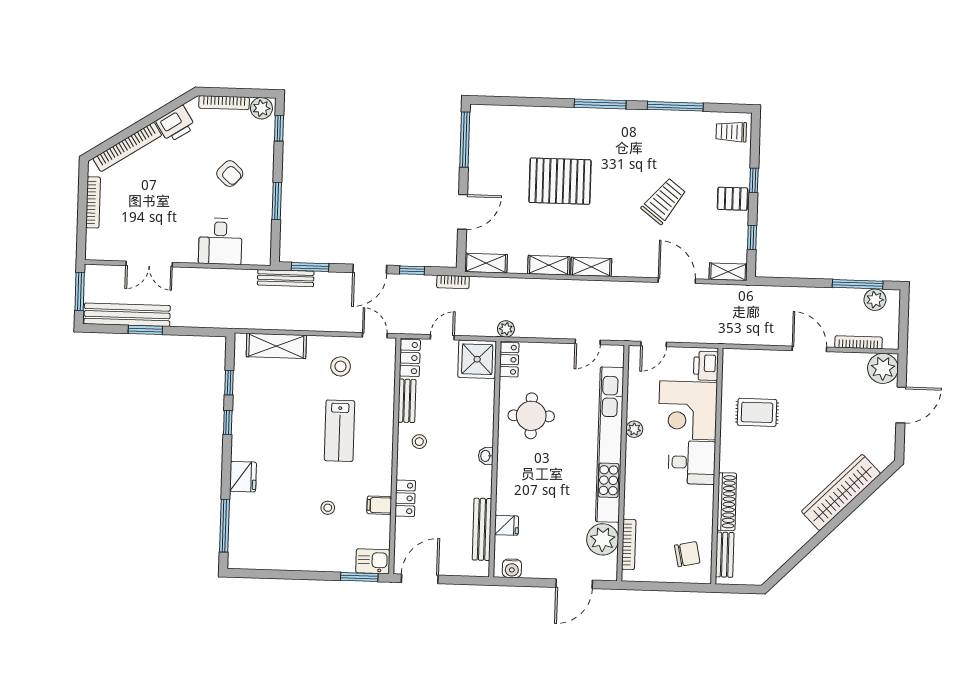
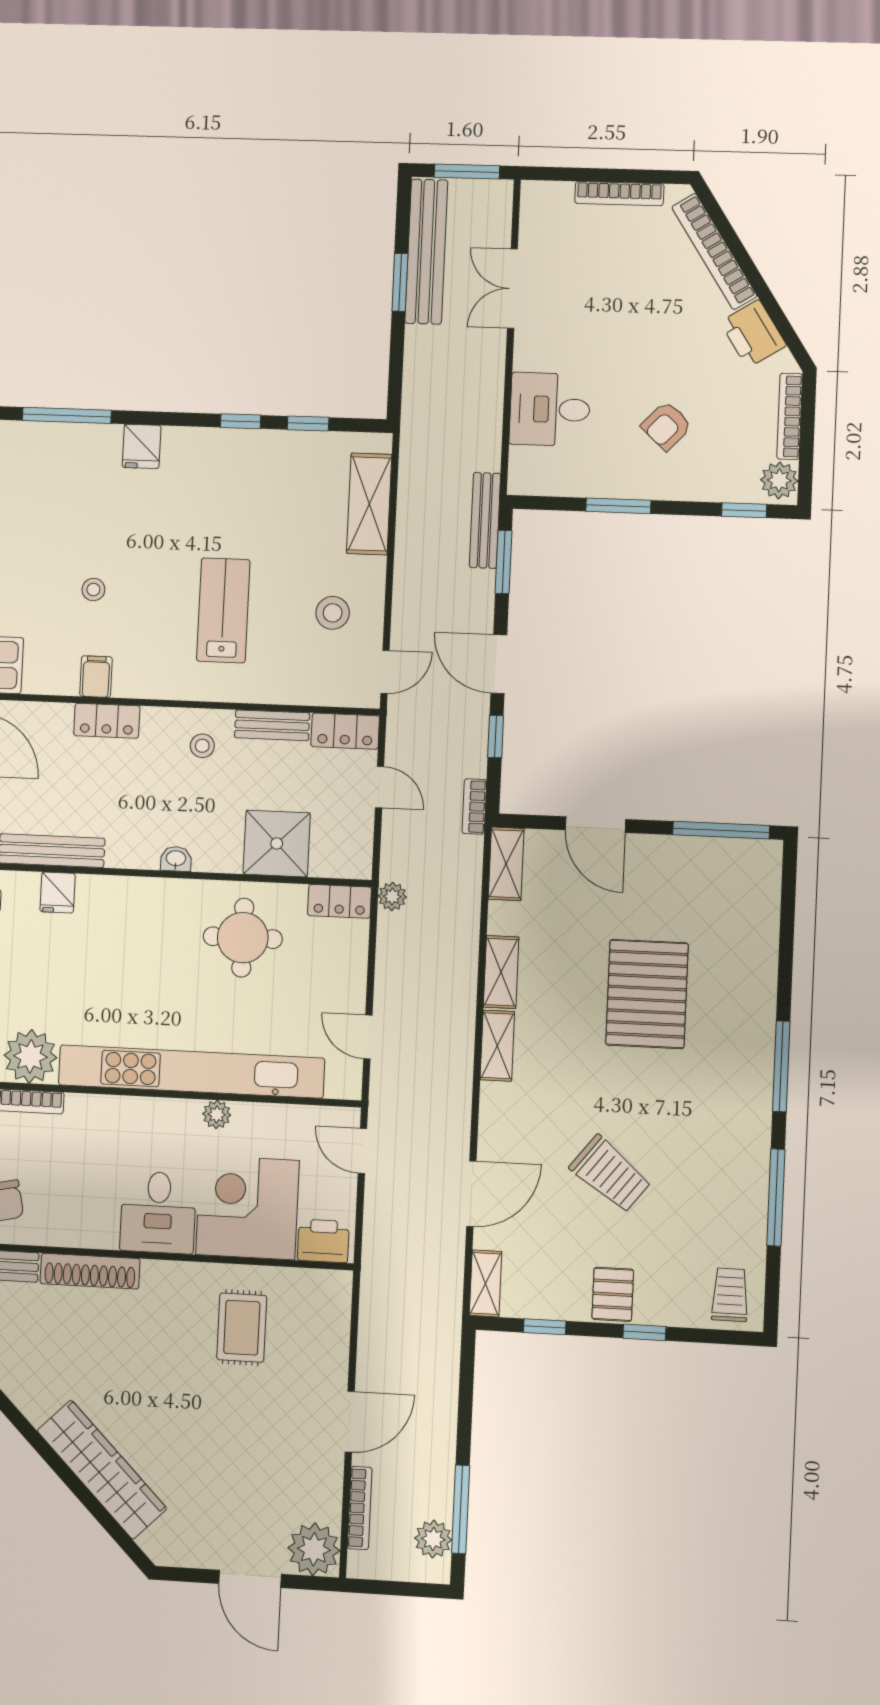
shower: (477, 359) -> (277, 843), moved
lab bench: (340, 431) -> (223, 610), turned 90
fridge: (243, 477) -> (142, 446), width x0.72

